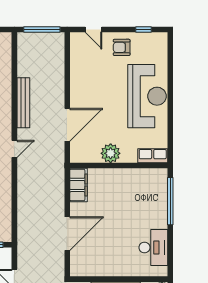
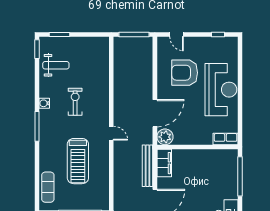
armchair: (122, 47) -> (185, 73), moved, width x1.88, depth x1.88
bench: (23, 103) -> (147, 166), moved
door: (14, 149) -> (111, 133), hinge flipped
plant: (111, 153) -> (165, 137), moved

